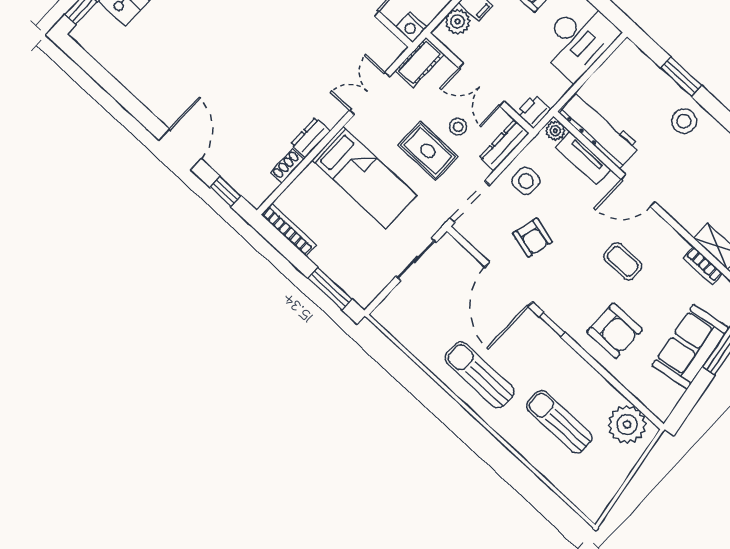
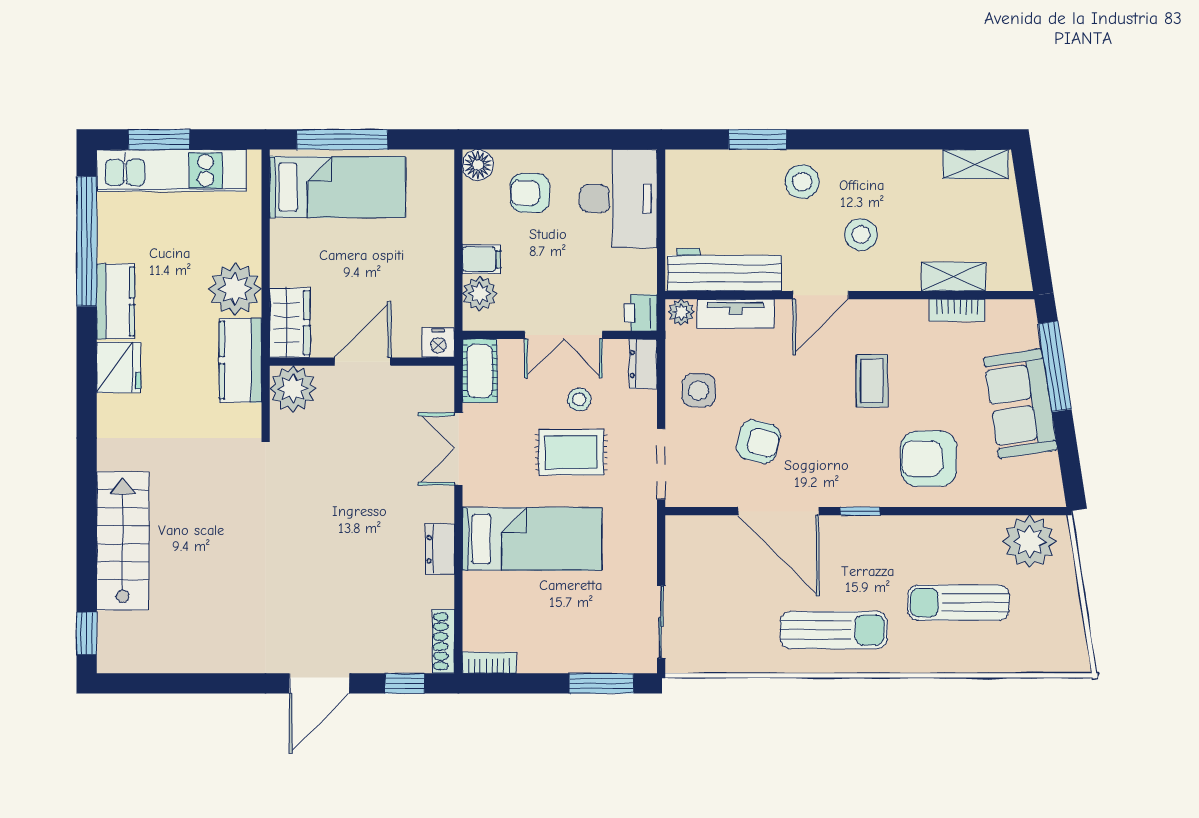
dresser: (504, 145) -> (643, 364), width x0.70
door: (180, 149) -> (319, 683), swing flipped
shoe rack: (287, 166) -> (444, 641), moved, width x1.43
stool: (689, 178) -> (861, 235), added
bookcase: (289, 230) -> (489, 663), width x0.64
sliding door: (416, 259) -> (661, 622), moved
coffee table: (623, 261) -> (872, 381), turned 90
armchair: (614, 331) -> (929, 459), turned 180
sun lounger: (480, 375) -> (834, 630), turned 180

